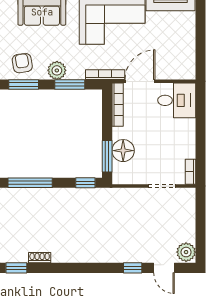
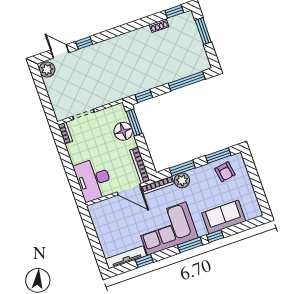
plant: (57, 70) -> (182, 180), moved
door: (140, 81) -> (129, 189), hinge flipped
desk: (177, 100) -> (93, 180), width x1.37

